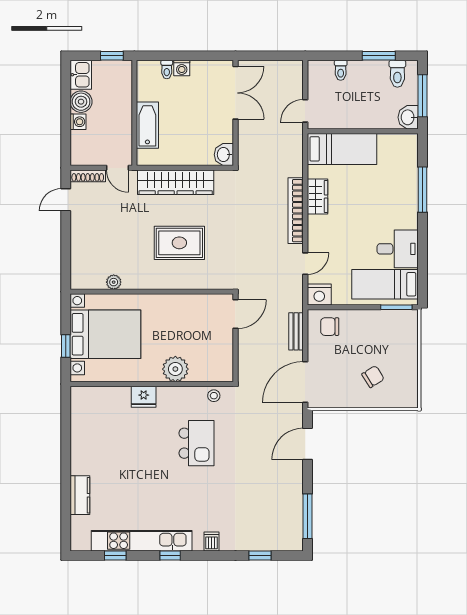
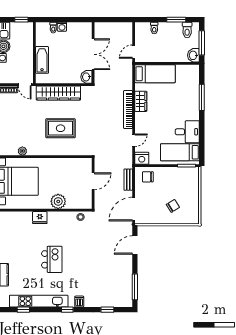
double door: (235, 93) -> (93, 54), moved
door: (235, 314) -> (93, 181), moved
kitchen island: (196, 443) -> (52, 259), moved
window: (170, 555) -> (67, 310), moved

